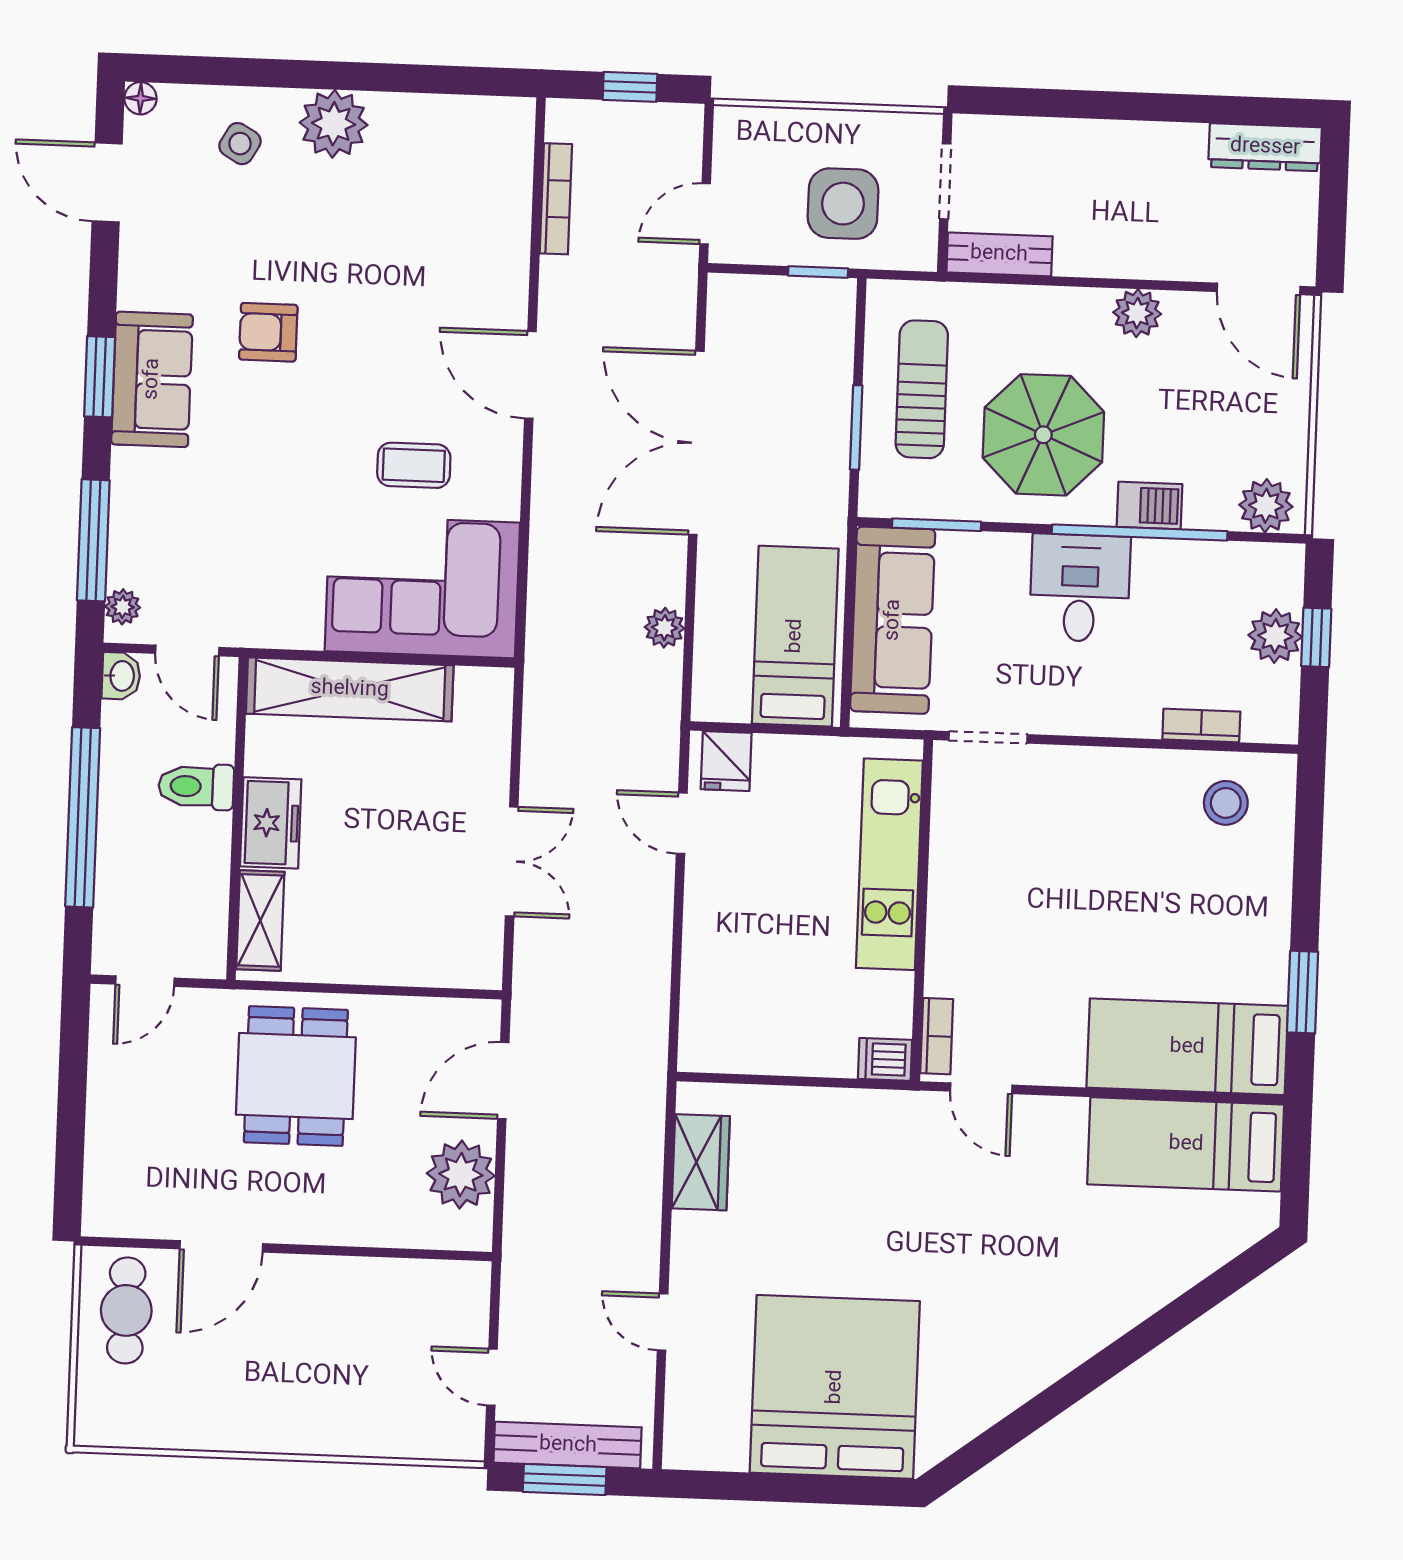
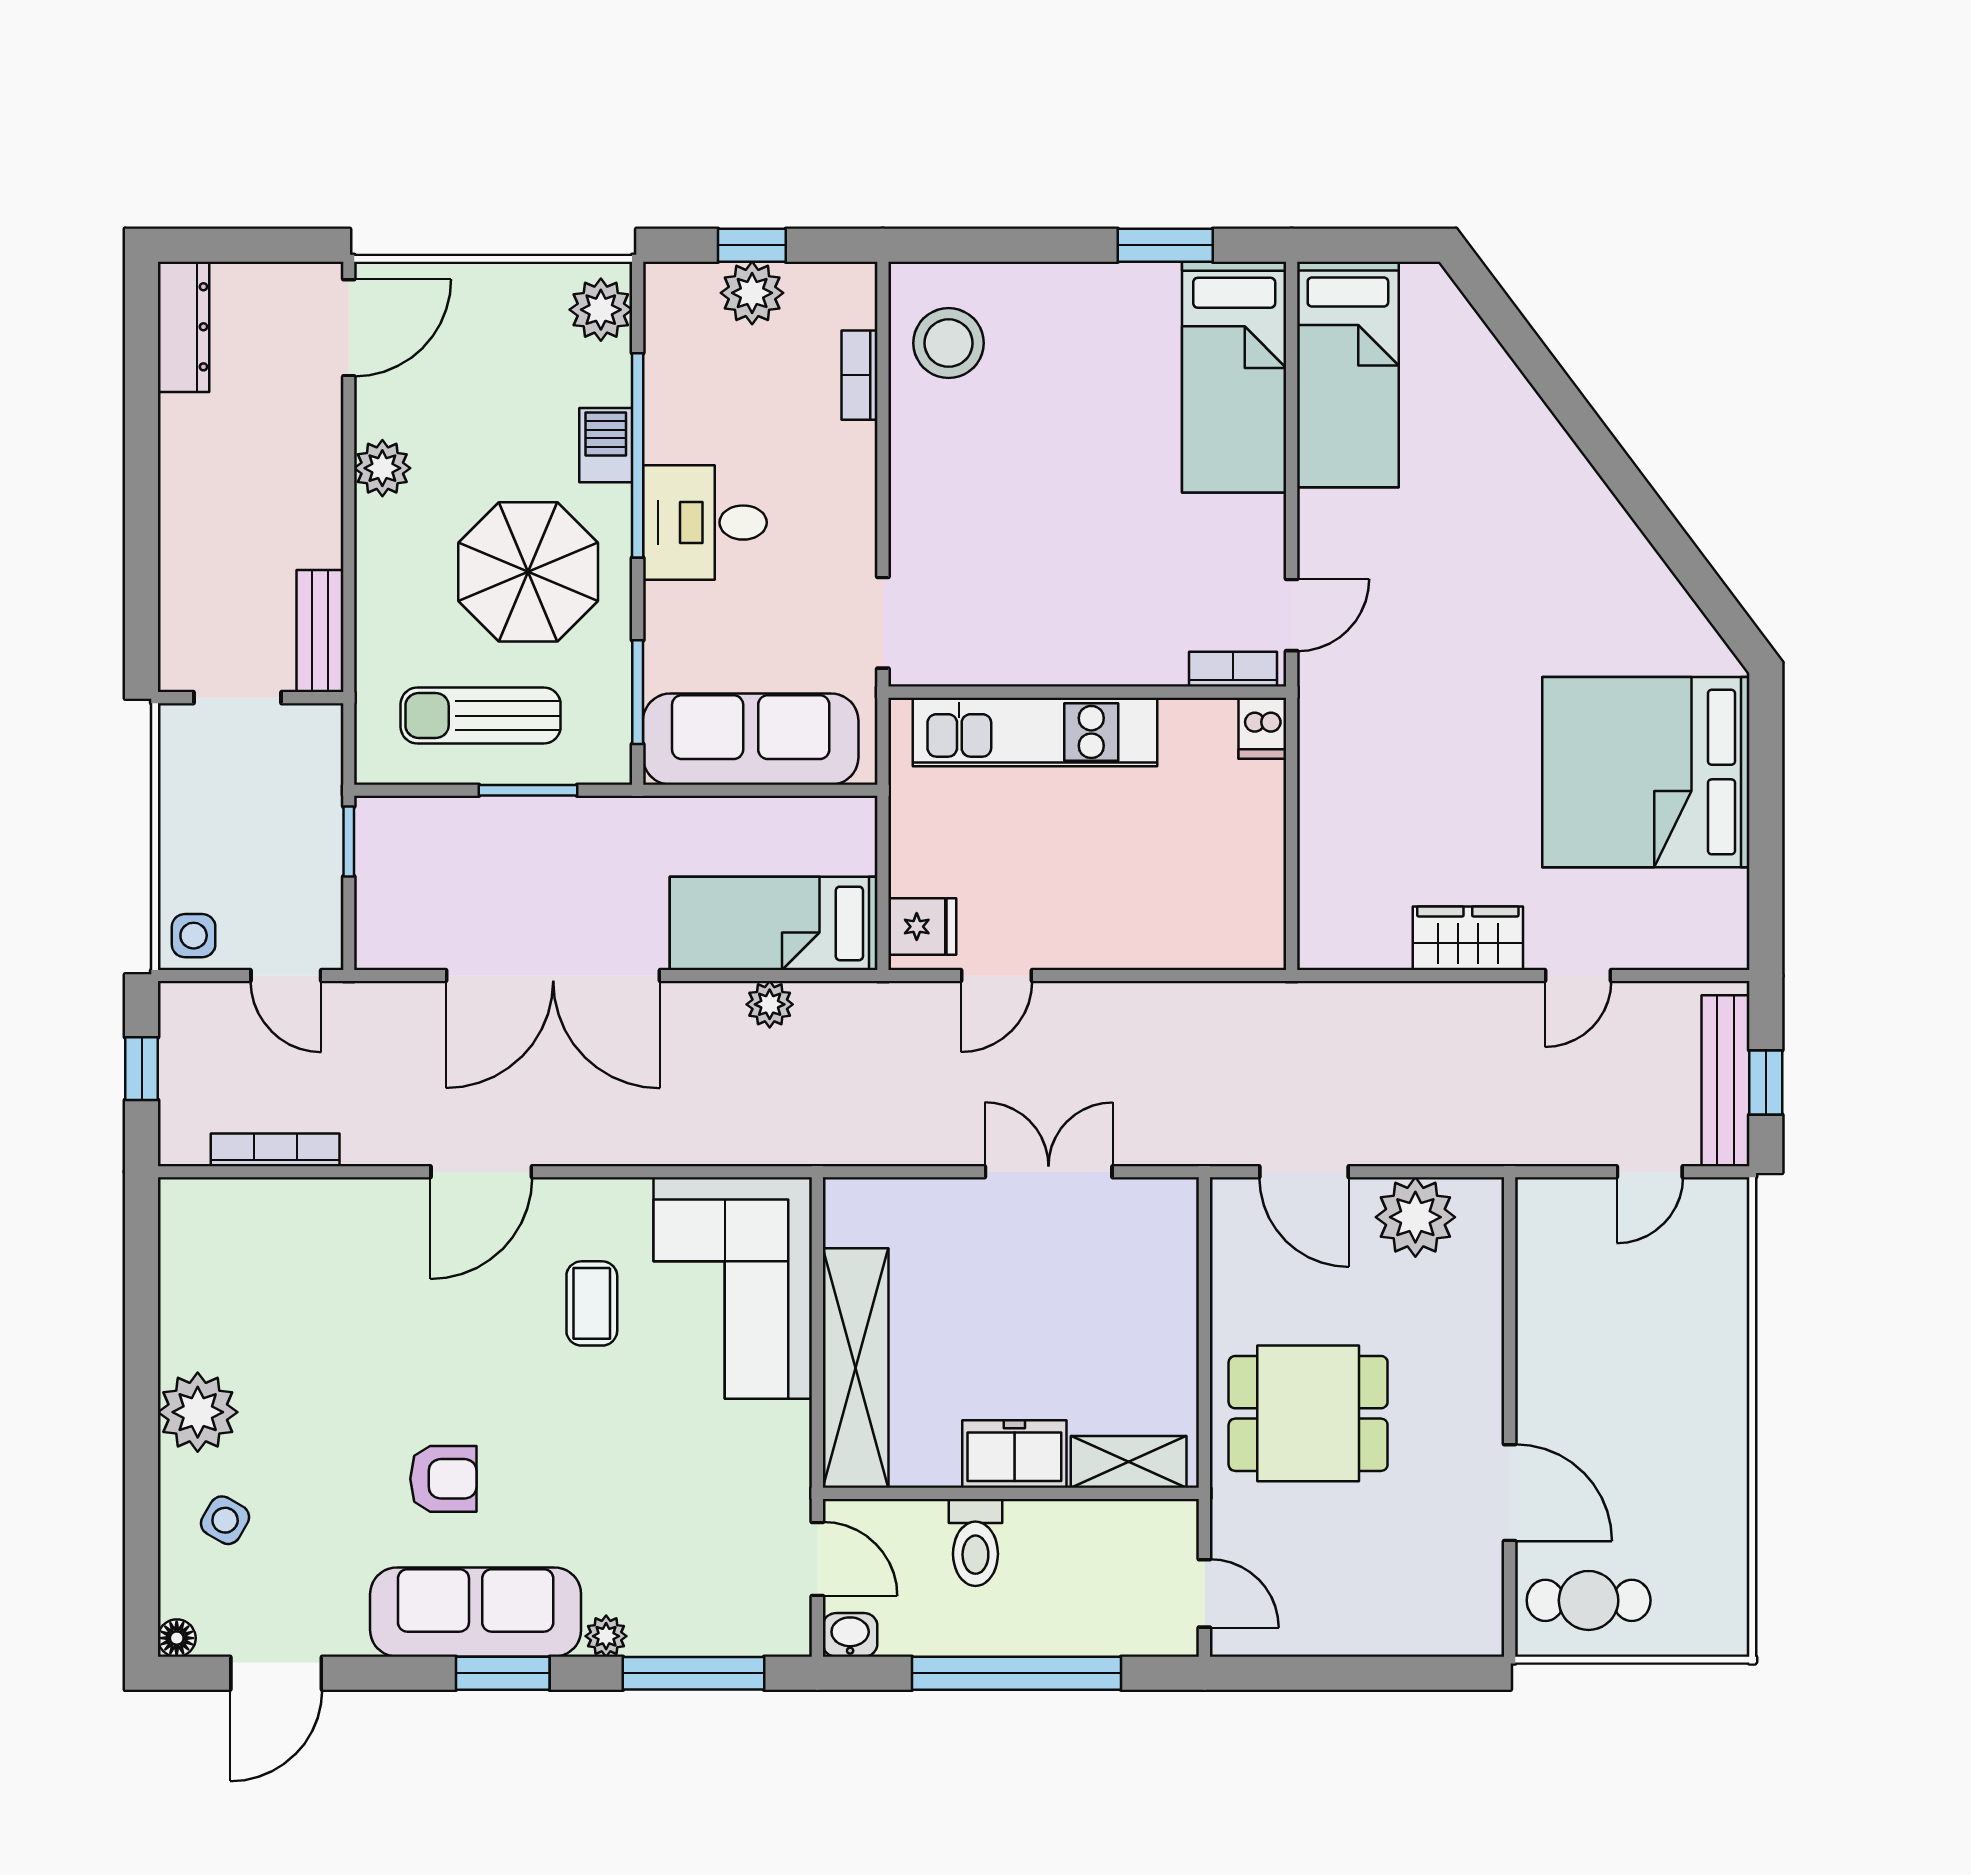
side table: (843, 204) -> (194, 936), moved, width x0.54, depth x0.54
armchair: (268, 332) -> (443, 1479), turned -90
sofa: (152, 379) -> (476, 1612), width x1.36
plant: (123, 607) -> (606, 1636), moved
bed: (795, 636) -> (774, 923), moved
door: (187, 650) -> (817, 1559), hinge flipped
stool: (1226, 803) -> (949, 343), width x1.38, depth x1.38
wardrobe: (701, 1162) -> (1468, 938), moved
window: (565, 1480) -> (1766, 1083), width x0.67

